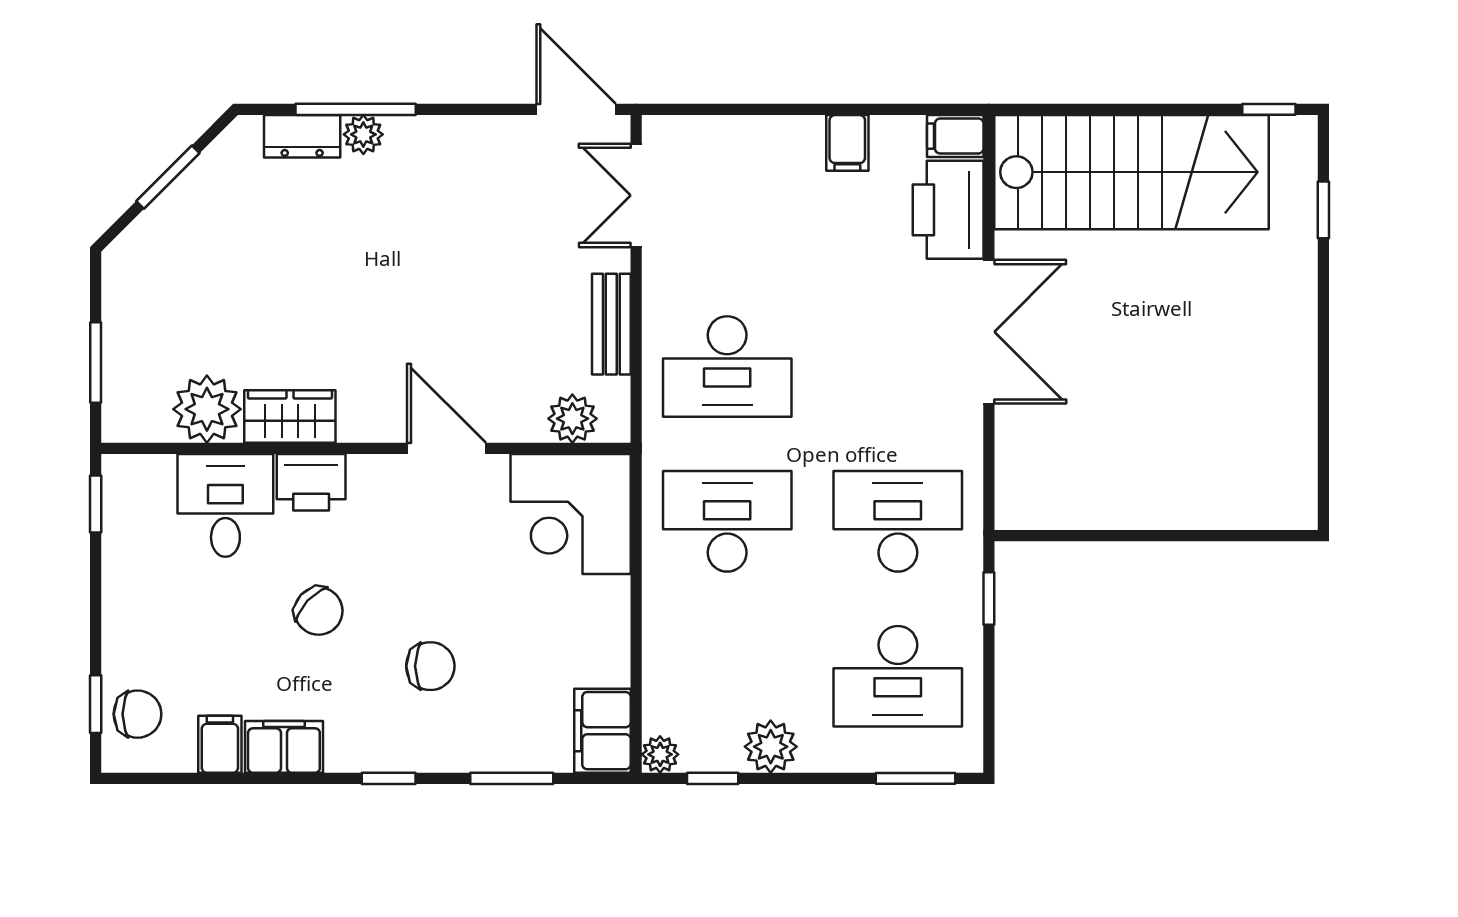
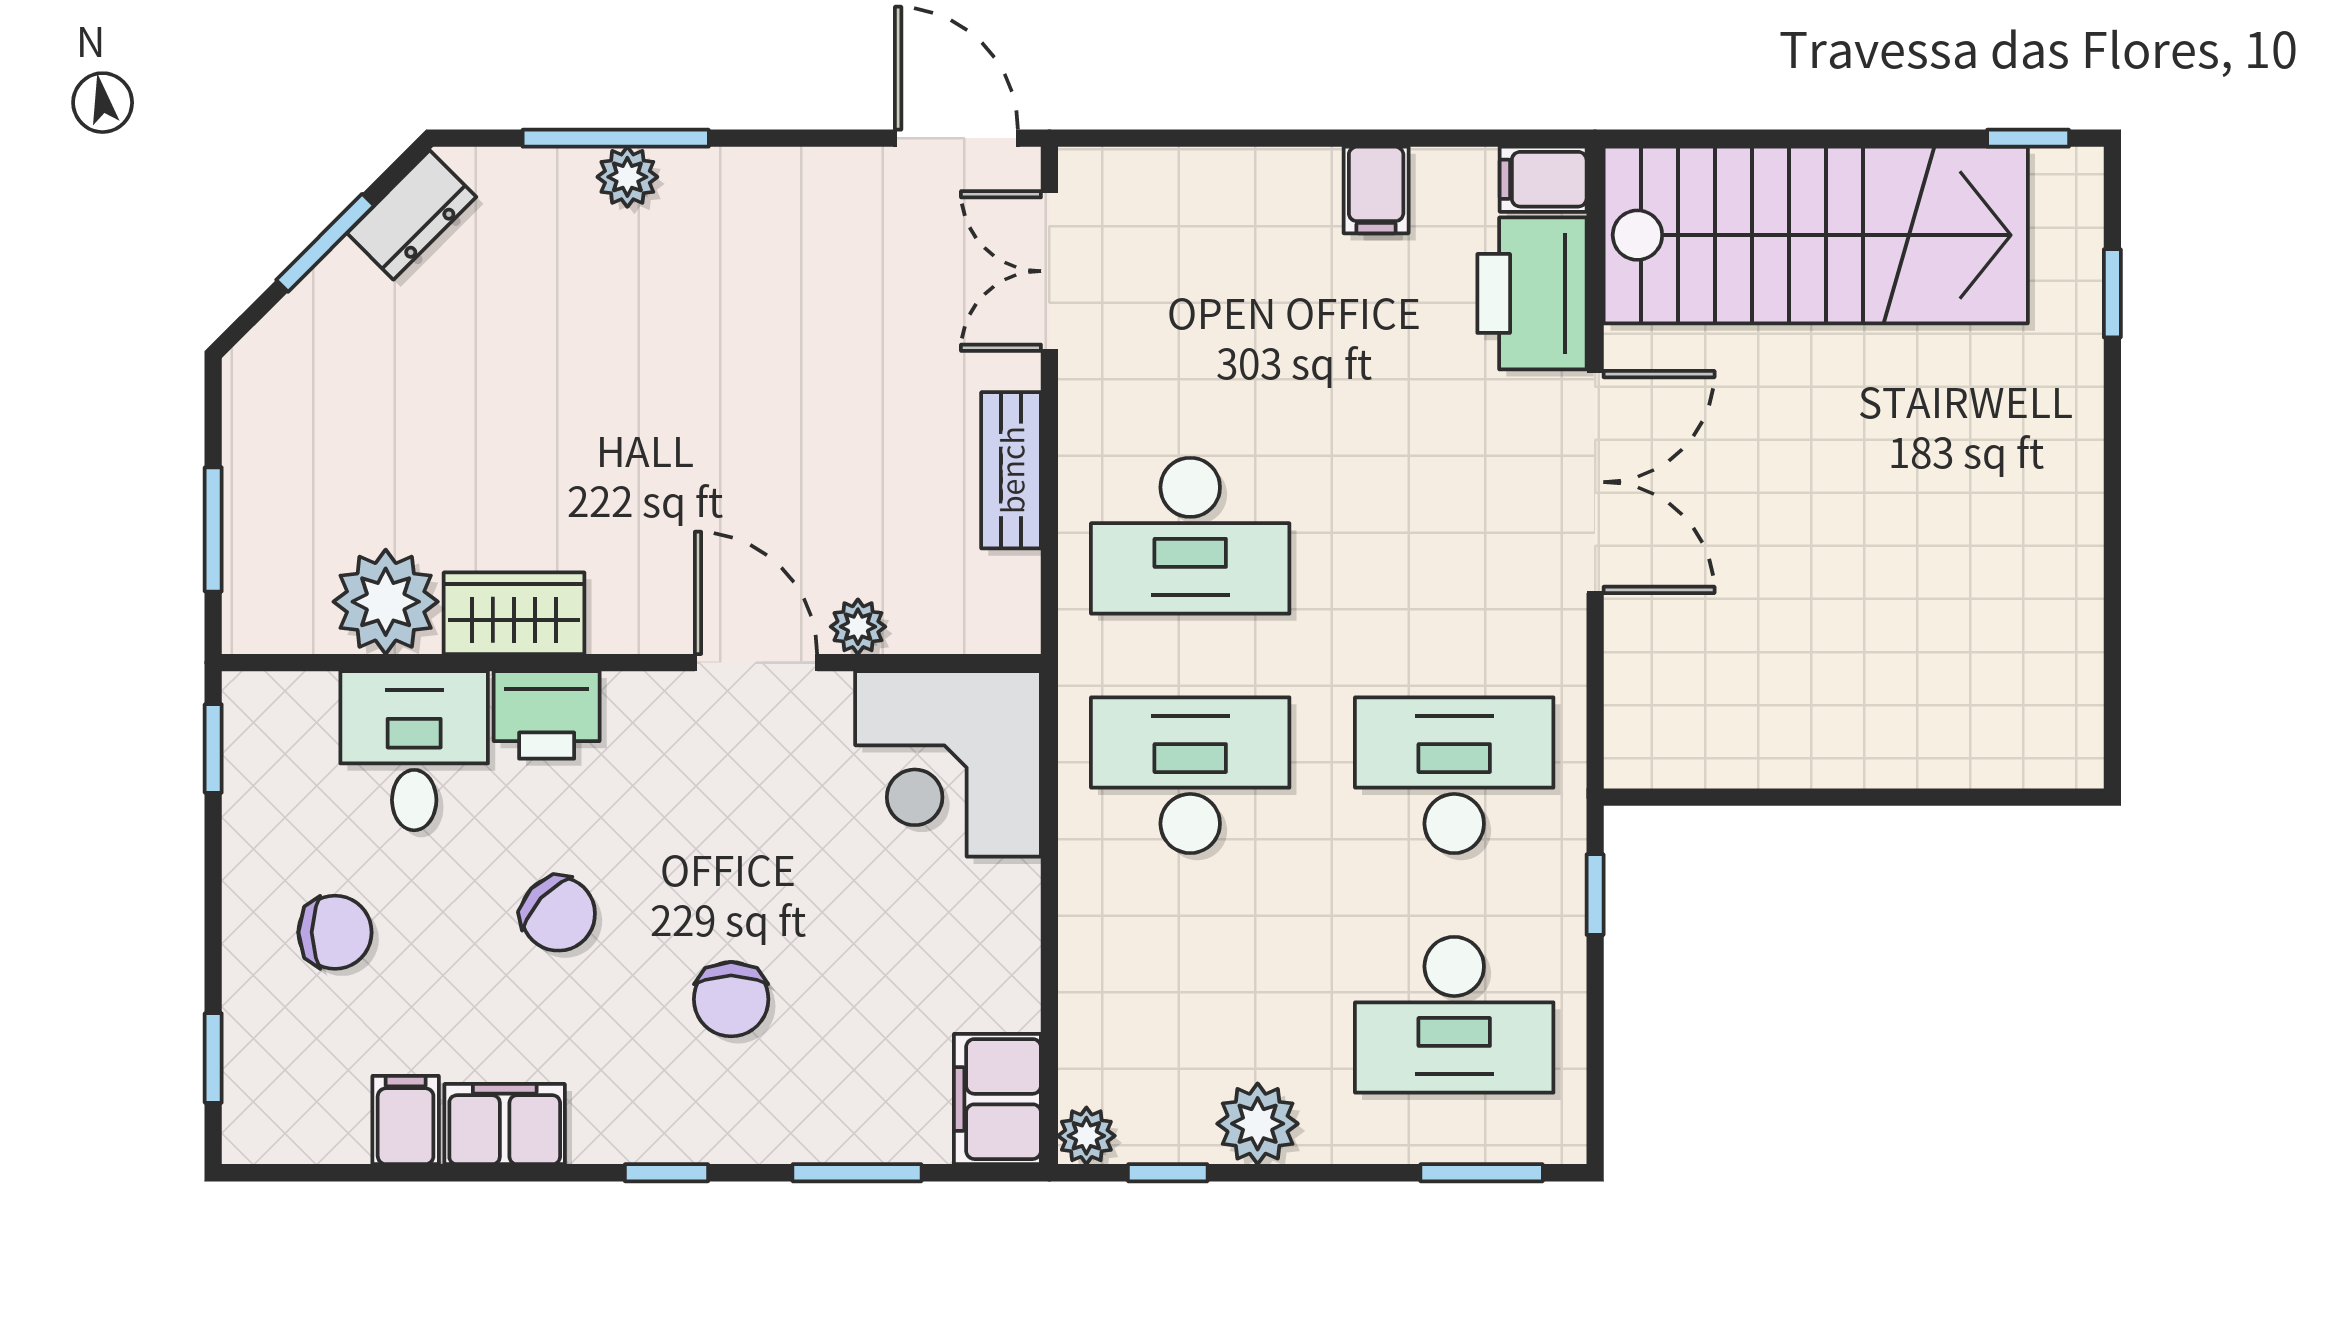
dresser: (302, 136) -> (412, 215), moved, turned -45
plant: (572, 419) -> (858, 627), moved, width x0.73, depth x0.73
chair: (430, 666) -> (731, 999), turned 90
chair: (138, 714) -> (335, 932), moved

